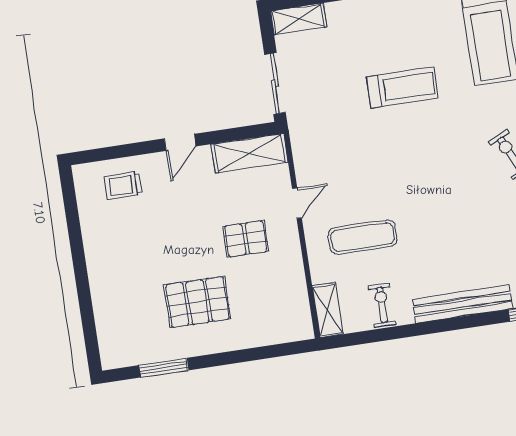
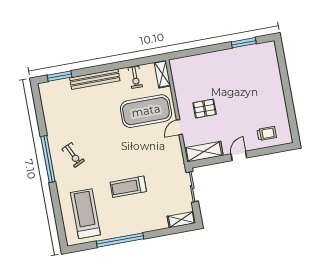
exercise mat: (363, 237) -> (146, 111), width x2.00, depth x1.45
pallet: (197, 302) -> (228, 76), removed

